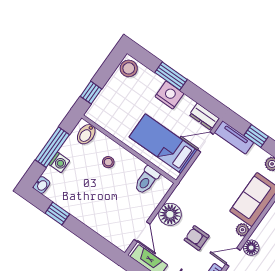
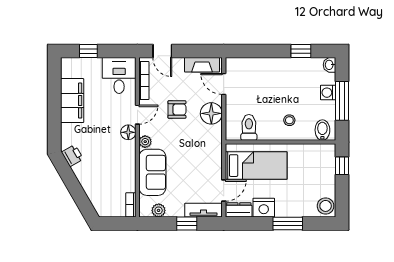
nightstand: (169, 95) -> (264, 208), moved

